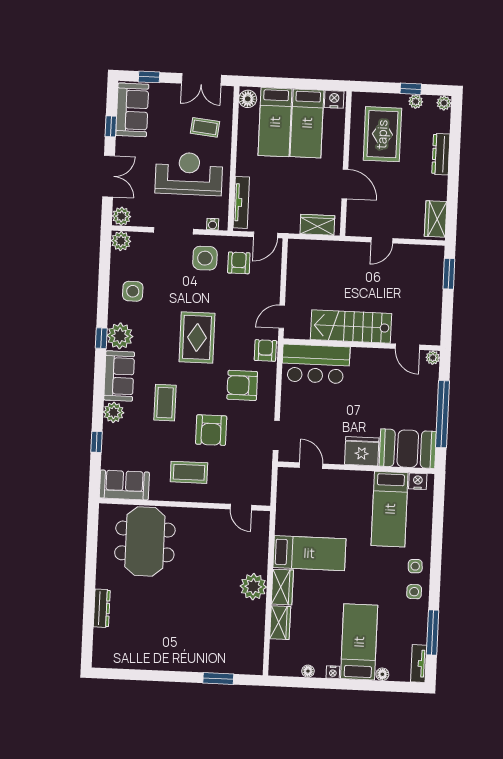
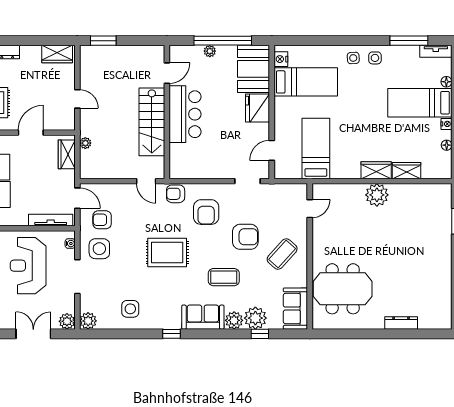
plant: (330, 247) -> (85, 143), added
plant: (120, 336) -> (255, 318), moved
plant: (433, 358) -> (210, 51), moved
bar counter: (316, 364) -> (185, 114), moved
coffee table: (189, 472) -> (282, 254), turned 42
bed: (309, 553) -> (316, 148), moved

